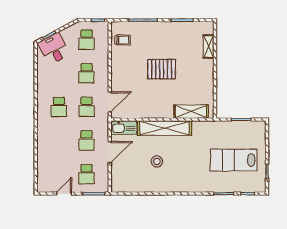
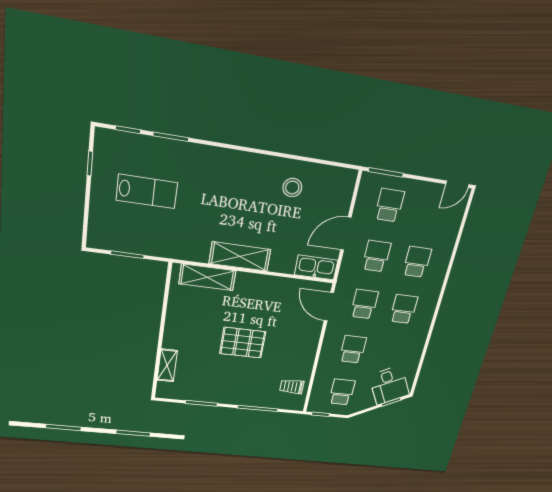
door: (110, 102) -> (329, 307), hinge flipped
shelving: (165, 128) -> (240, 256), width x0.68
school desk: (59, 141) -> (417, 262), added
lab bench: (234, 160) -> (147, 191), width x0.73, depth x0.72
stool: (157, 161) -> (292, 188), moved
door: (64, 194) -> (457, 184), moved

